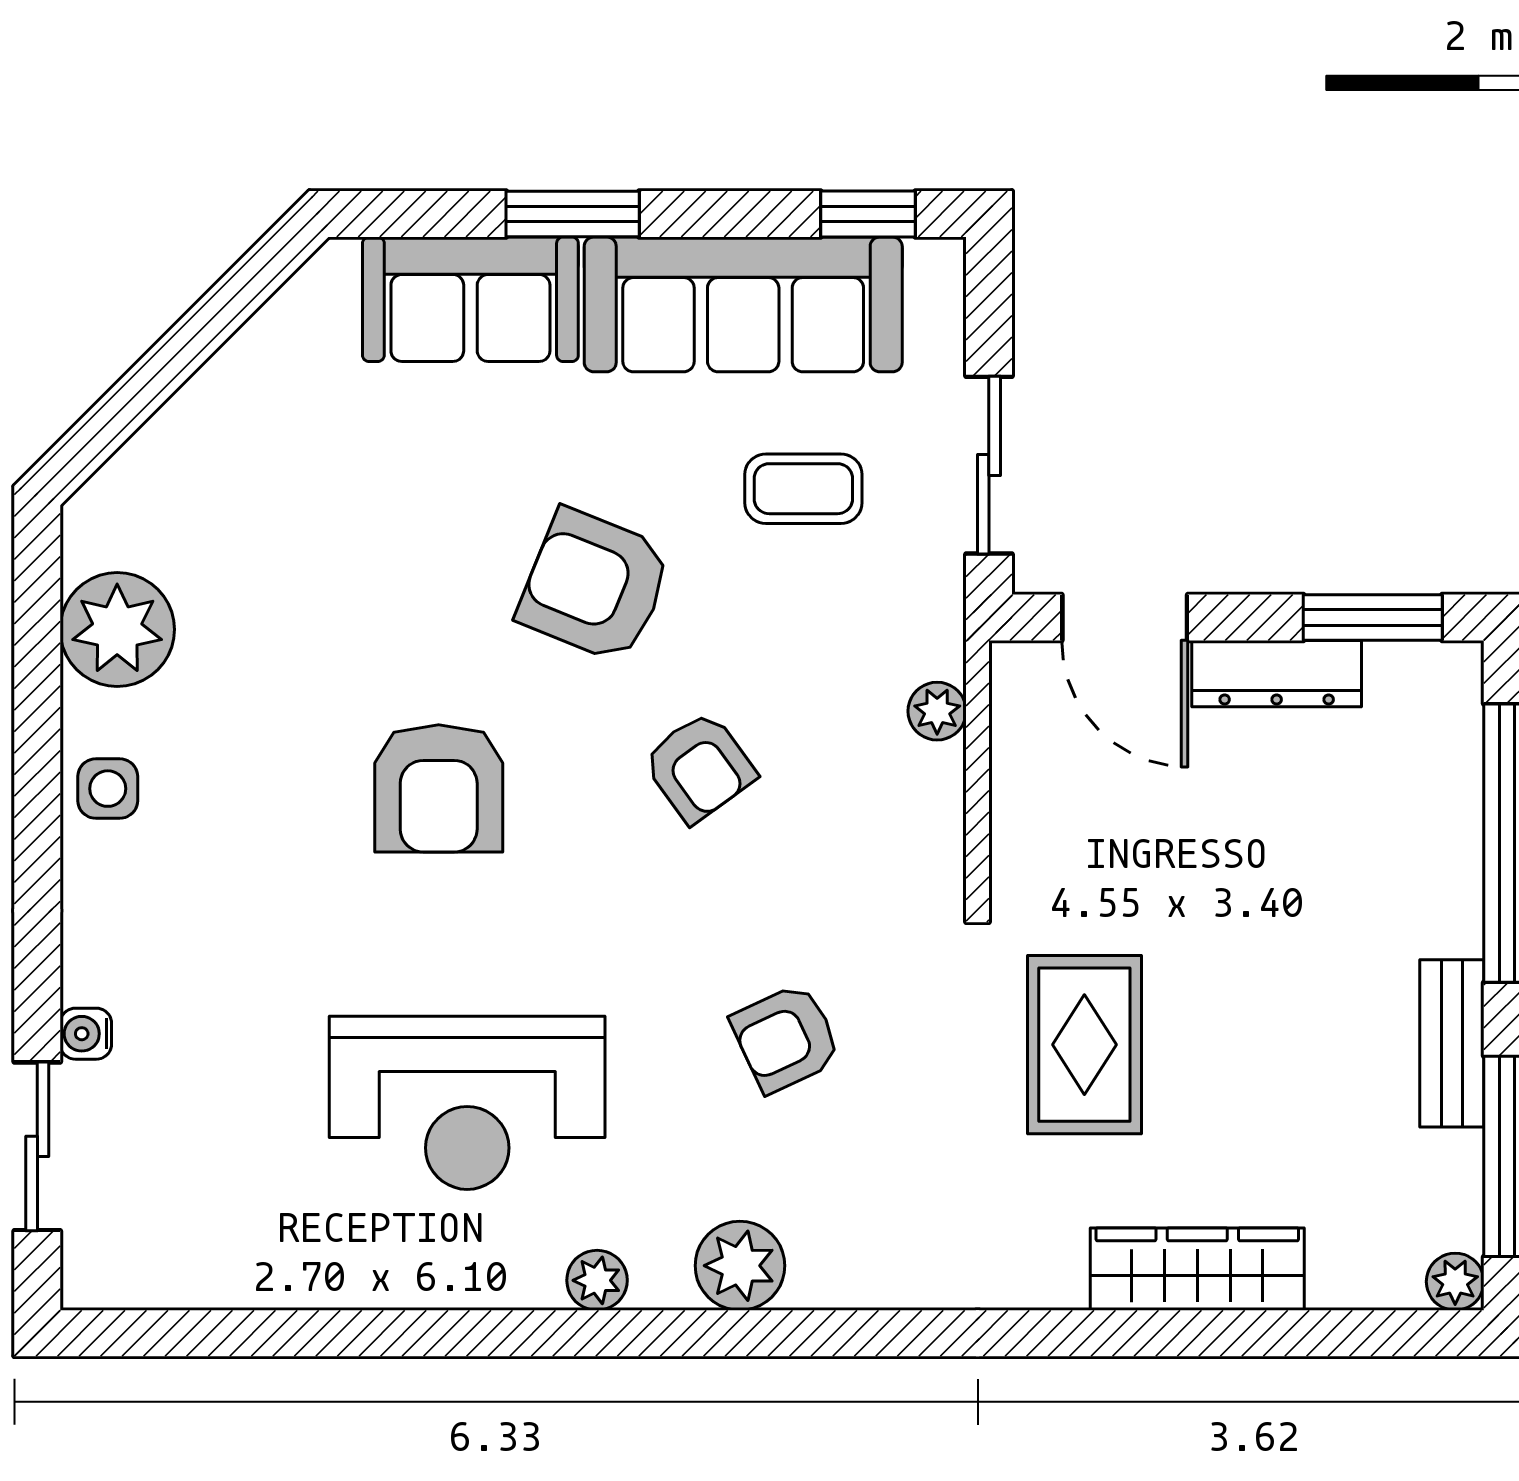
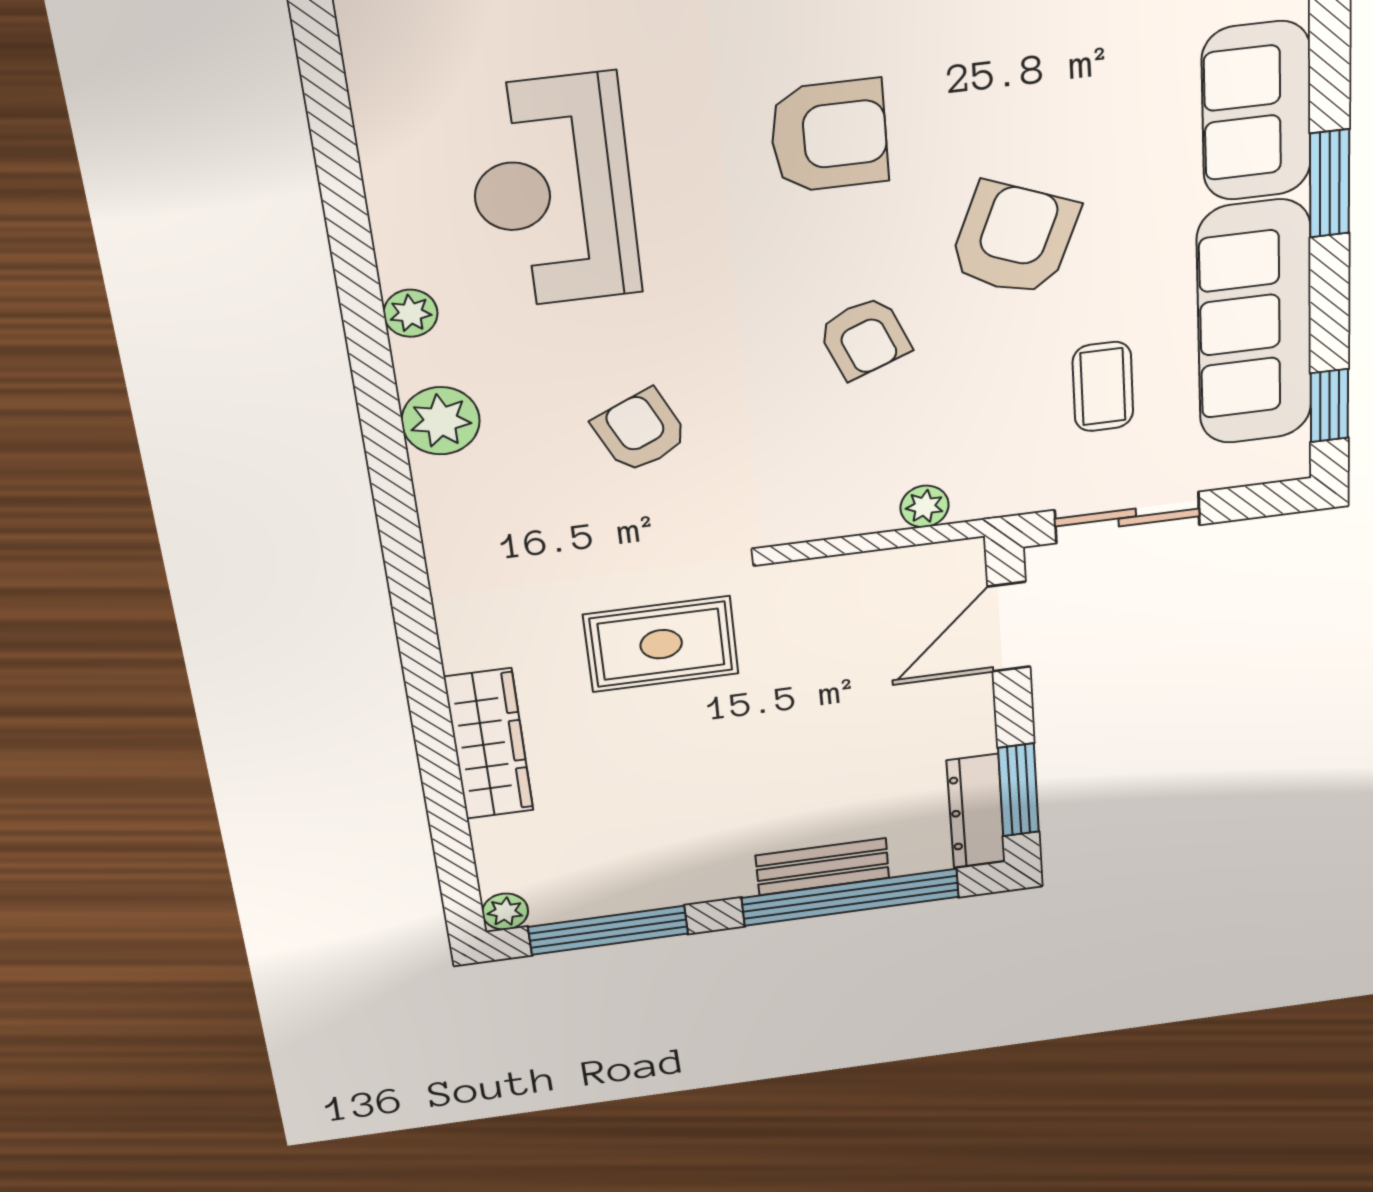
dresser: (1277, 674) -> (976, 811), moved
armchair: (699, 767) -> (864, 338), turned -76
armchair: (439, 788) -> (829, 136), turned 180
bench: (1452, 1043) -> (822, 867), moved

